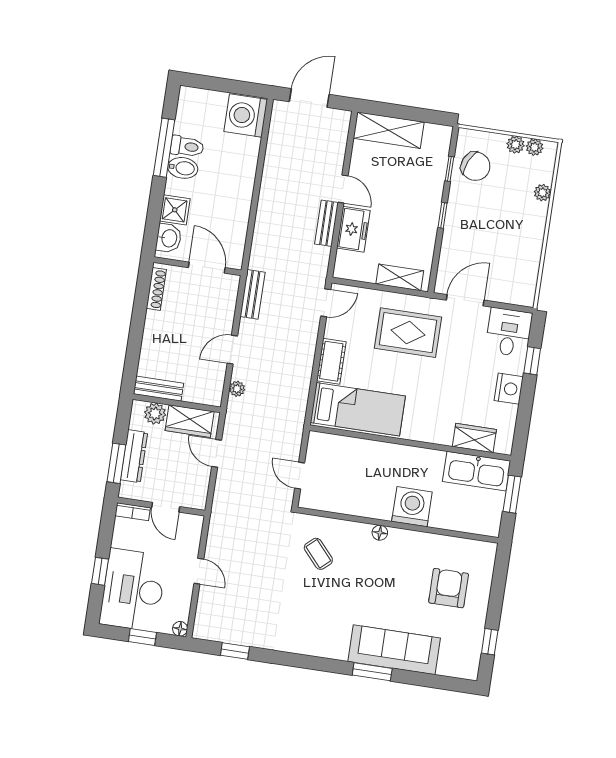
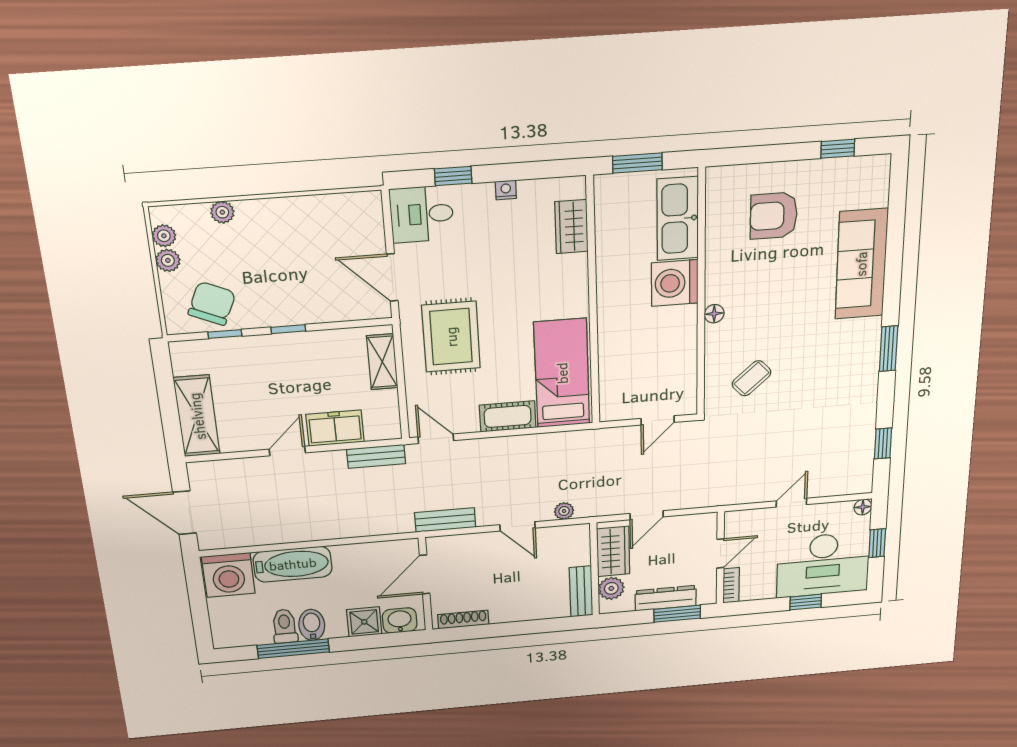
bathtub: (243, 167) -> (293, 564), added
bench: (326, 223) -> (376, 456), moved
nightstand: (509, 389) -> (506, 190), width x0.53, depth x0.56
kitchen sink: (477, 471) -> (678, 219), moved, turned 180
window: (372, 672) -> (889, 349), moved

